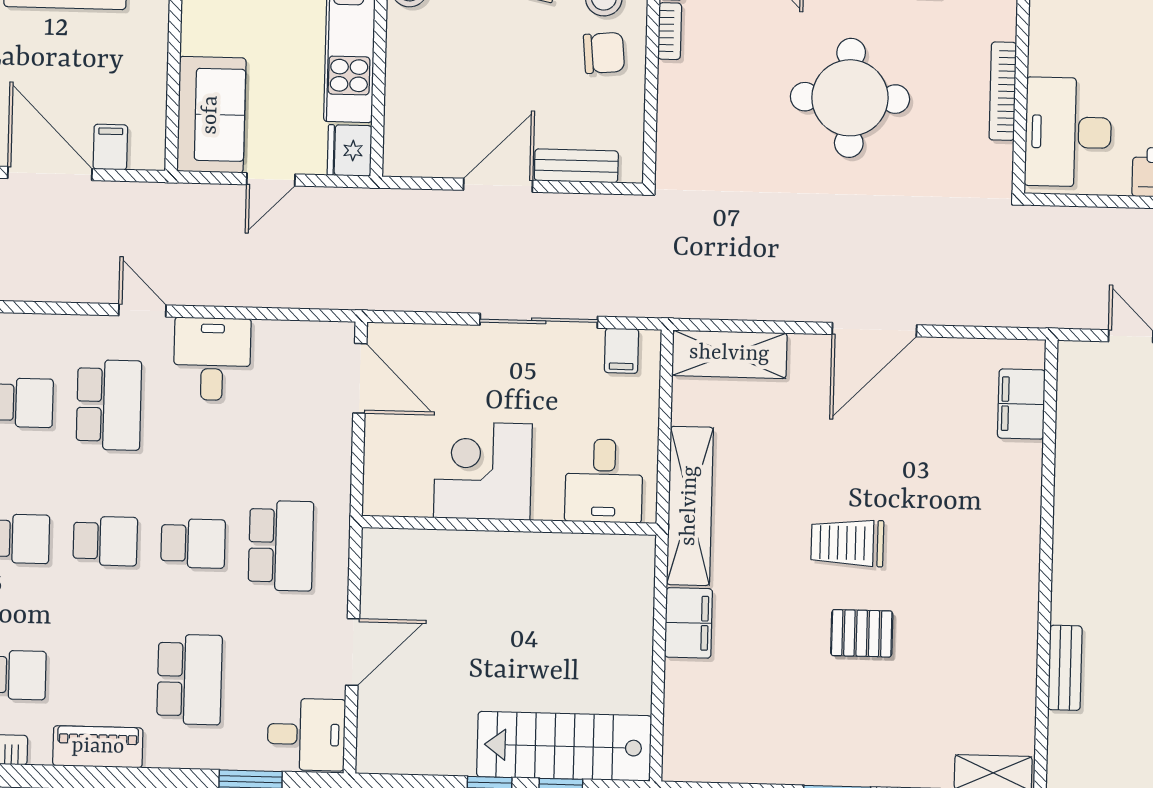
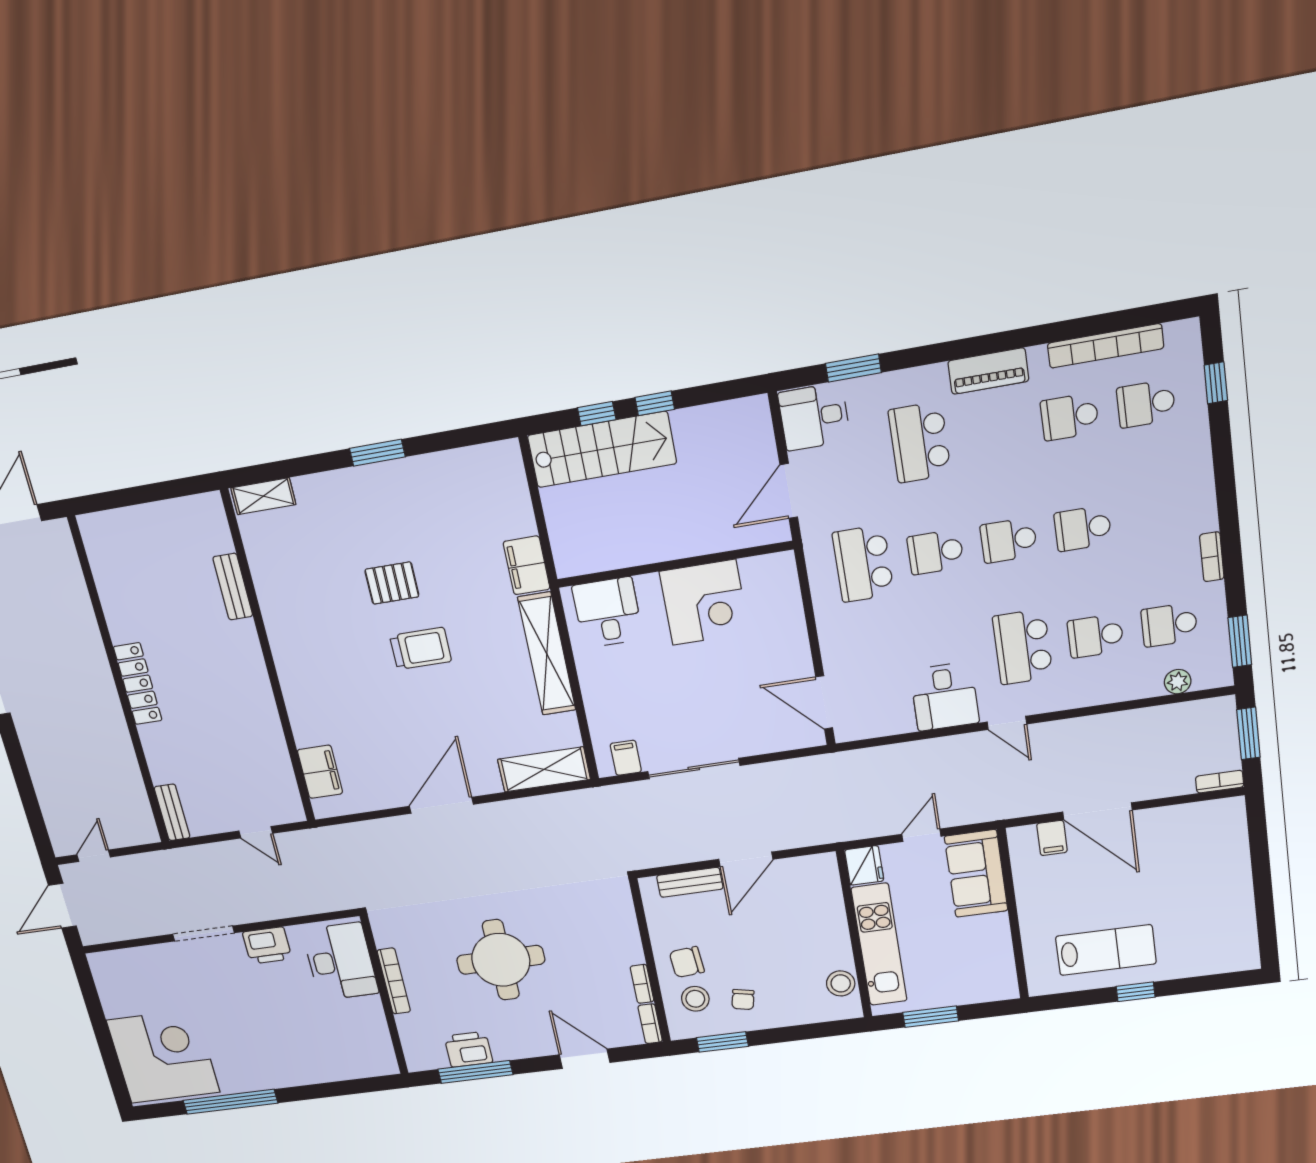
corner desk: (483, 471) -> (704, 602), moved
desk: (604, 481) -> (608, 613), moved
wall: (509, 525) -> (674, 564), moved

